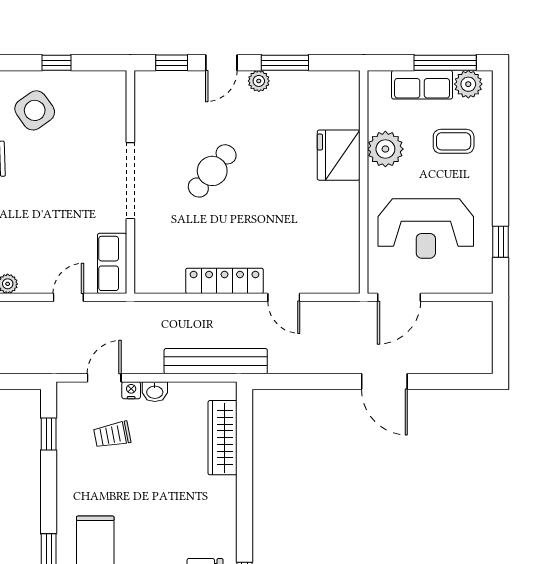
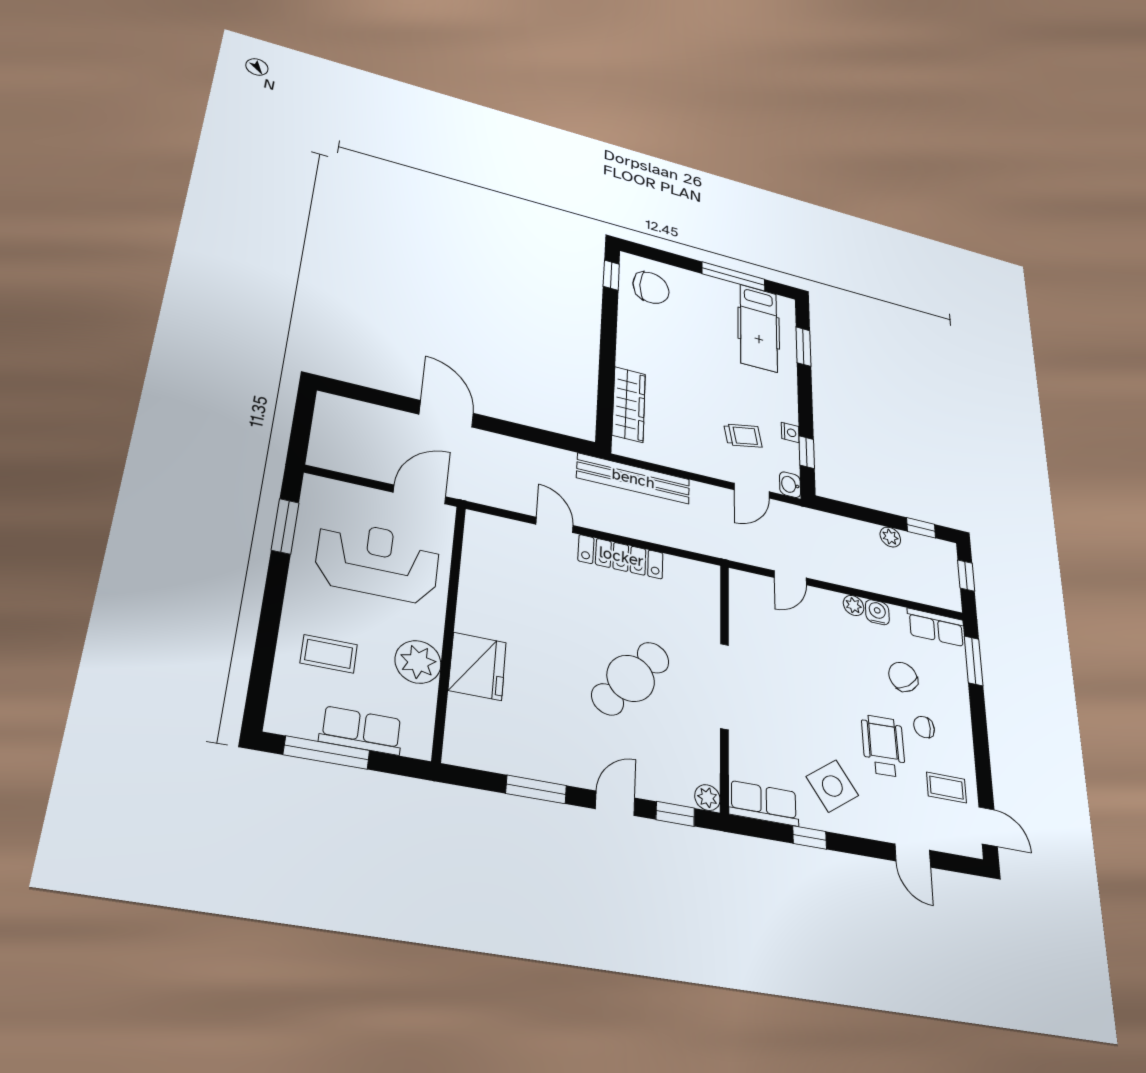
plant: (259, 81) -> (707, 798), moved
plant: (468, 84) -> (299, 720), removed
cafe table: (212, 171) -> (631, 678), width x1.37, depth x1.35
window: (501, 242) -> (285, 526), width x1.50
row of seats: (112, 263) -> (764, 803), moved, turned -90
nightstand: (131, 390) -> (790, 432), moved, turned -90
washbasin: (155, 392) -> (790, 485), moved, turned -90

